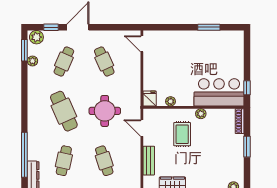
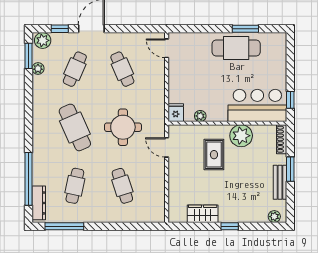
cafe table: (201, 44) -> (236, 48), added
plant: (201, 114) -> (241, 136), width x1.88, depth x1.88
bench: (149, 161) -> (280, 182), moved

